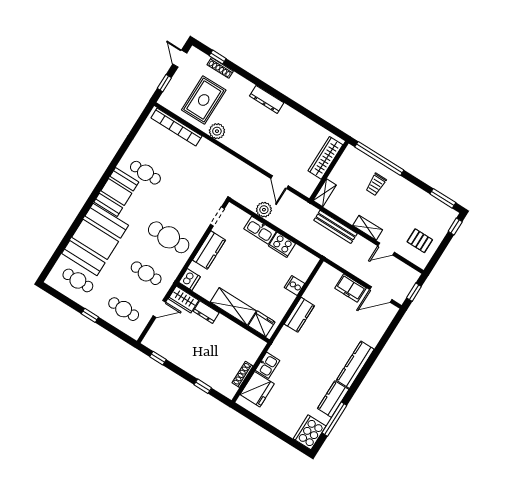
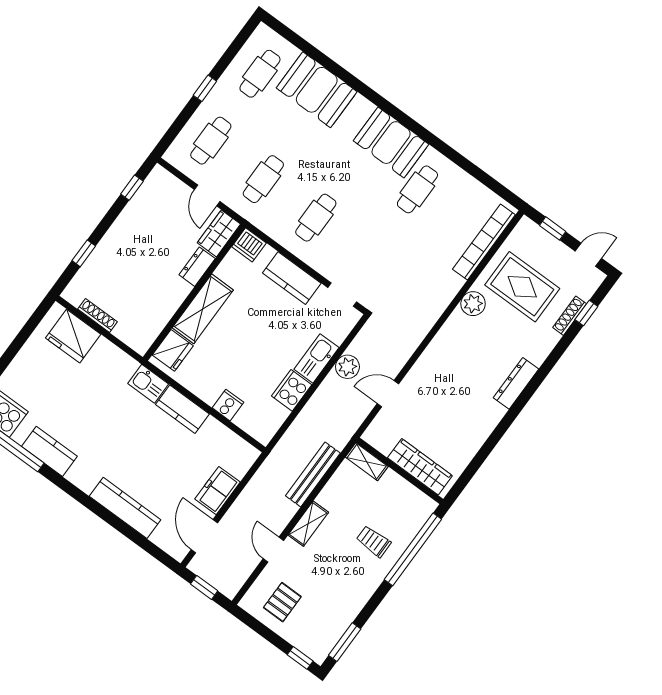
cafe table: (169, 237) -> (316, 218), width x0.73, depth x0.74
booth: (95, 239) -> (317, 90), width x0.73, depth x0.70
kitchen sink: (268, 365) -> (148, 384), moved
kitchen counter: (355, 365) -> (125, 508), moved

